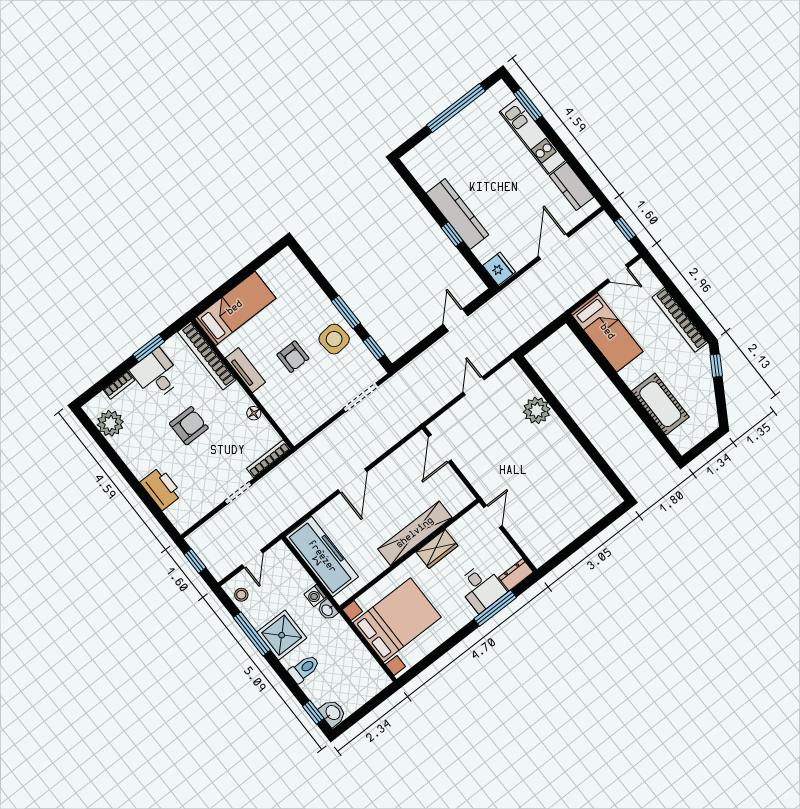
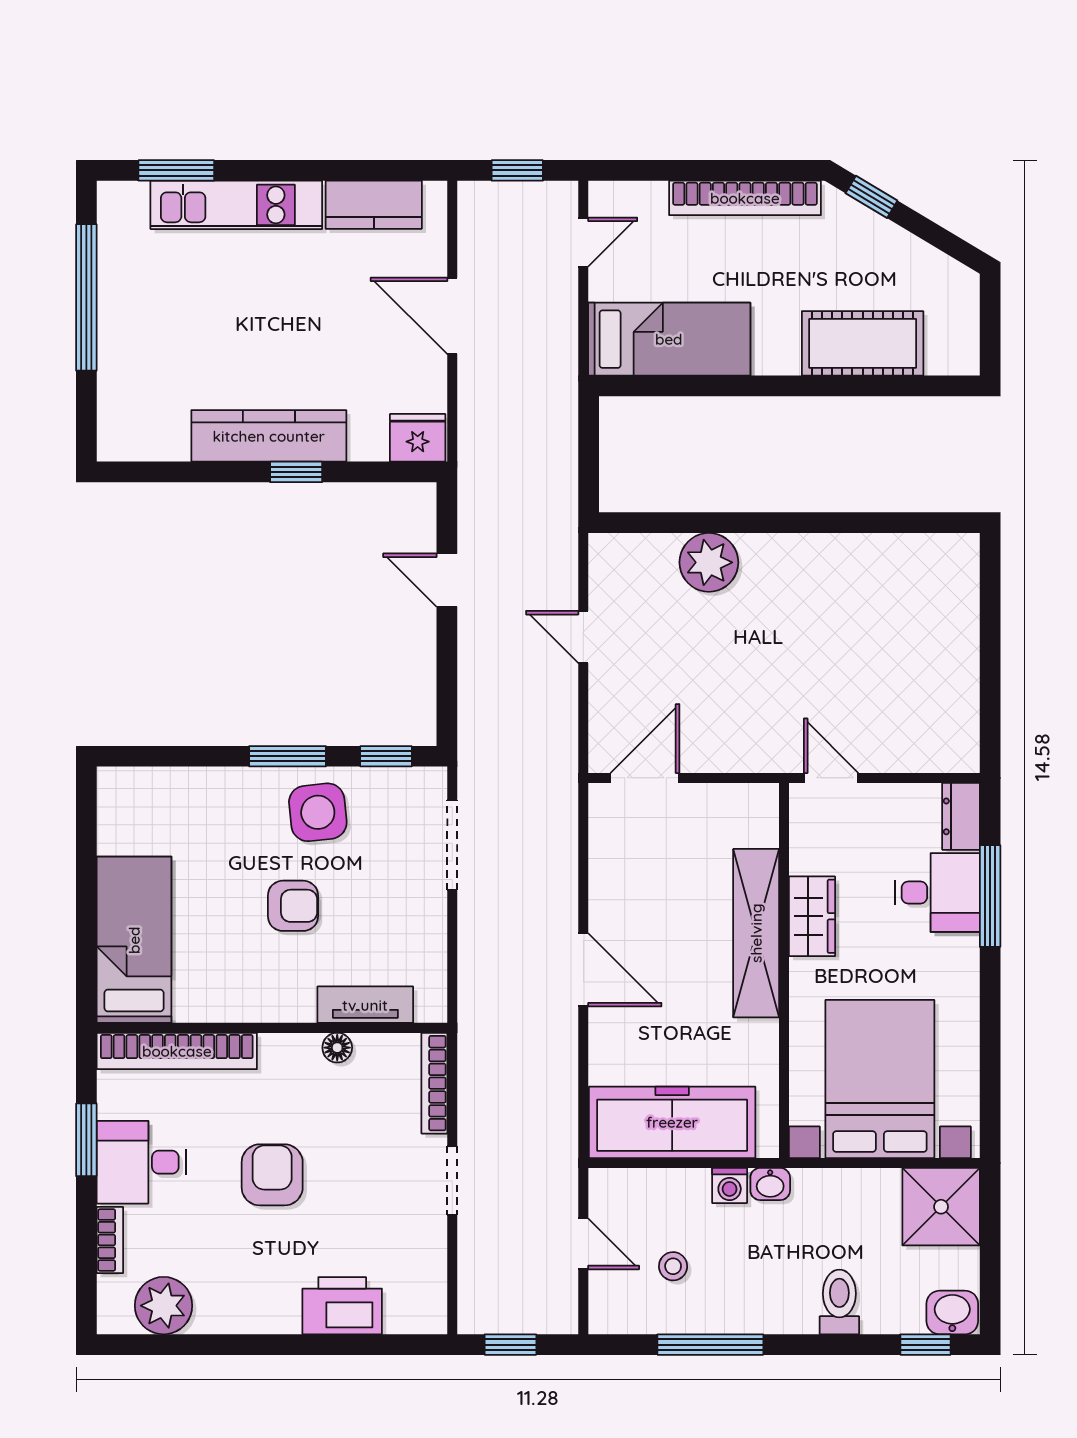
tv unit: (245, 370) -> (365, 1005), moved
door: (440, 449) -> (645, 778), swing flipped
stool: (241, 595) -> (673, 1266), moved
shower: (282, 635) -> (941, 1207), moved

